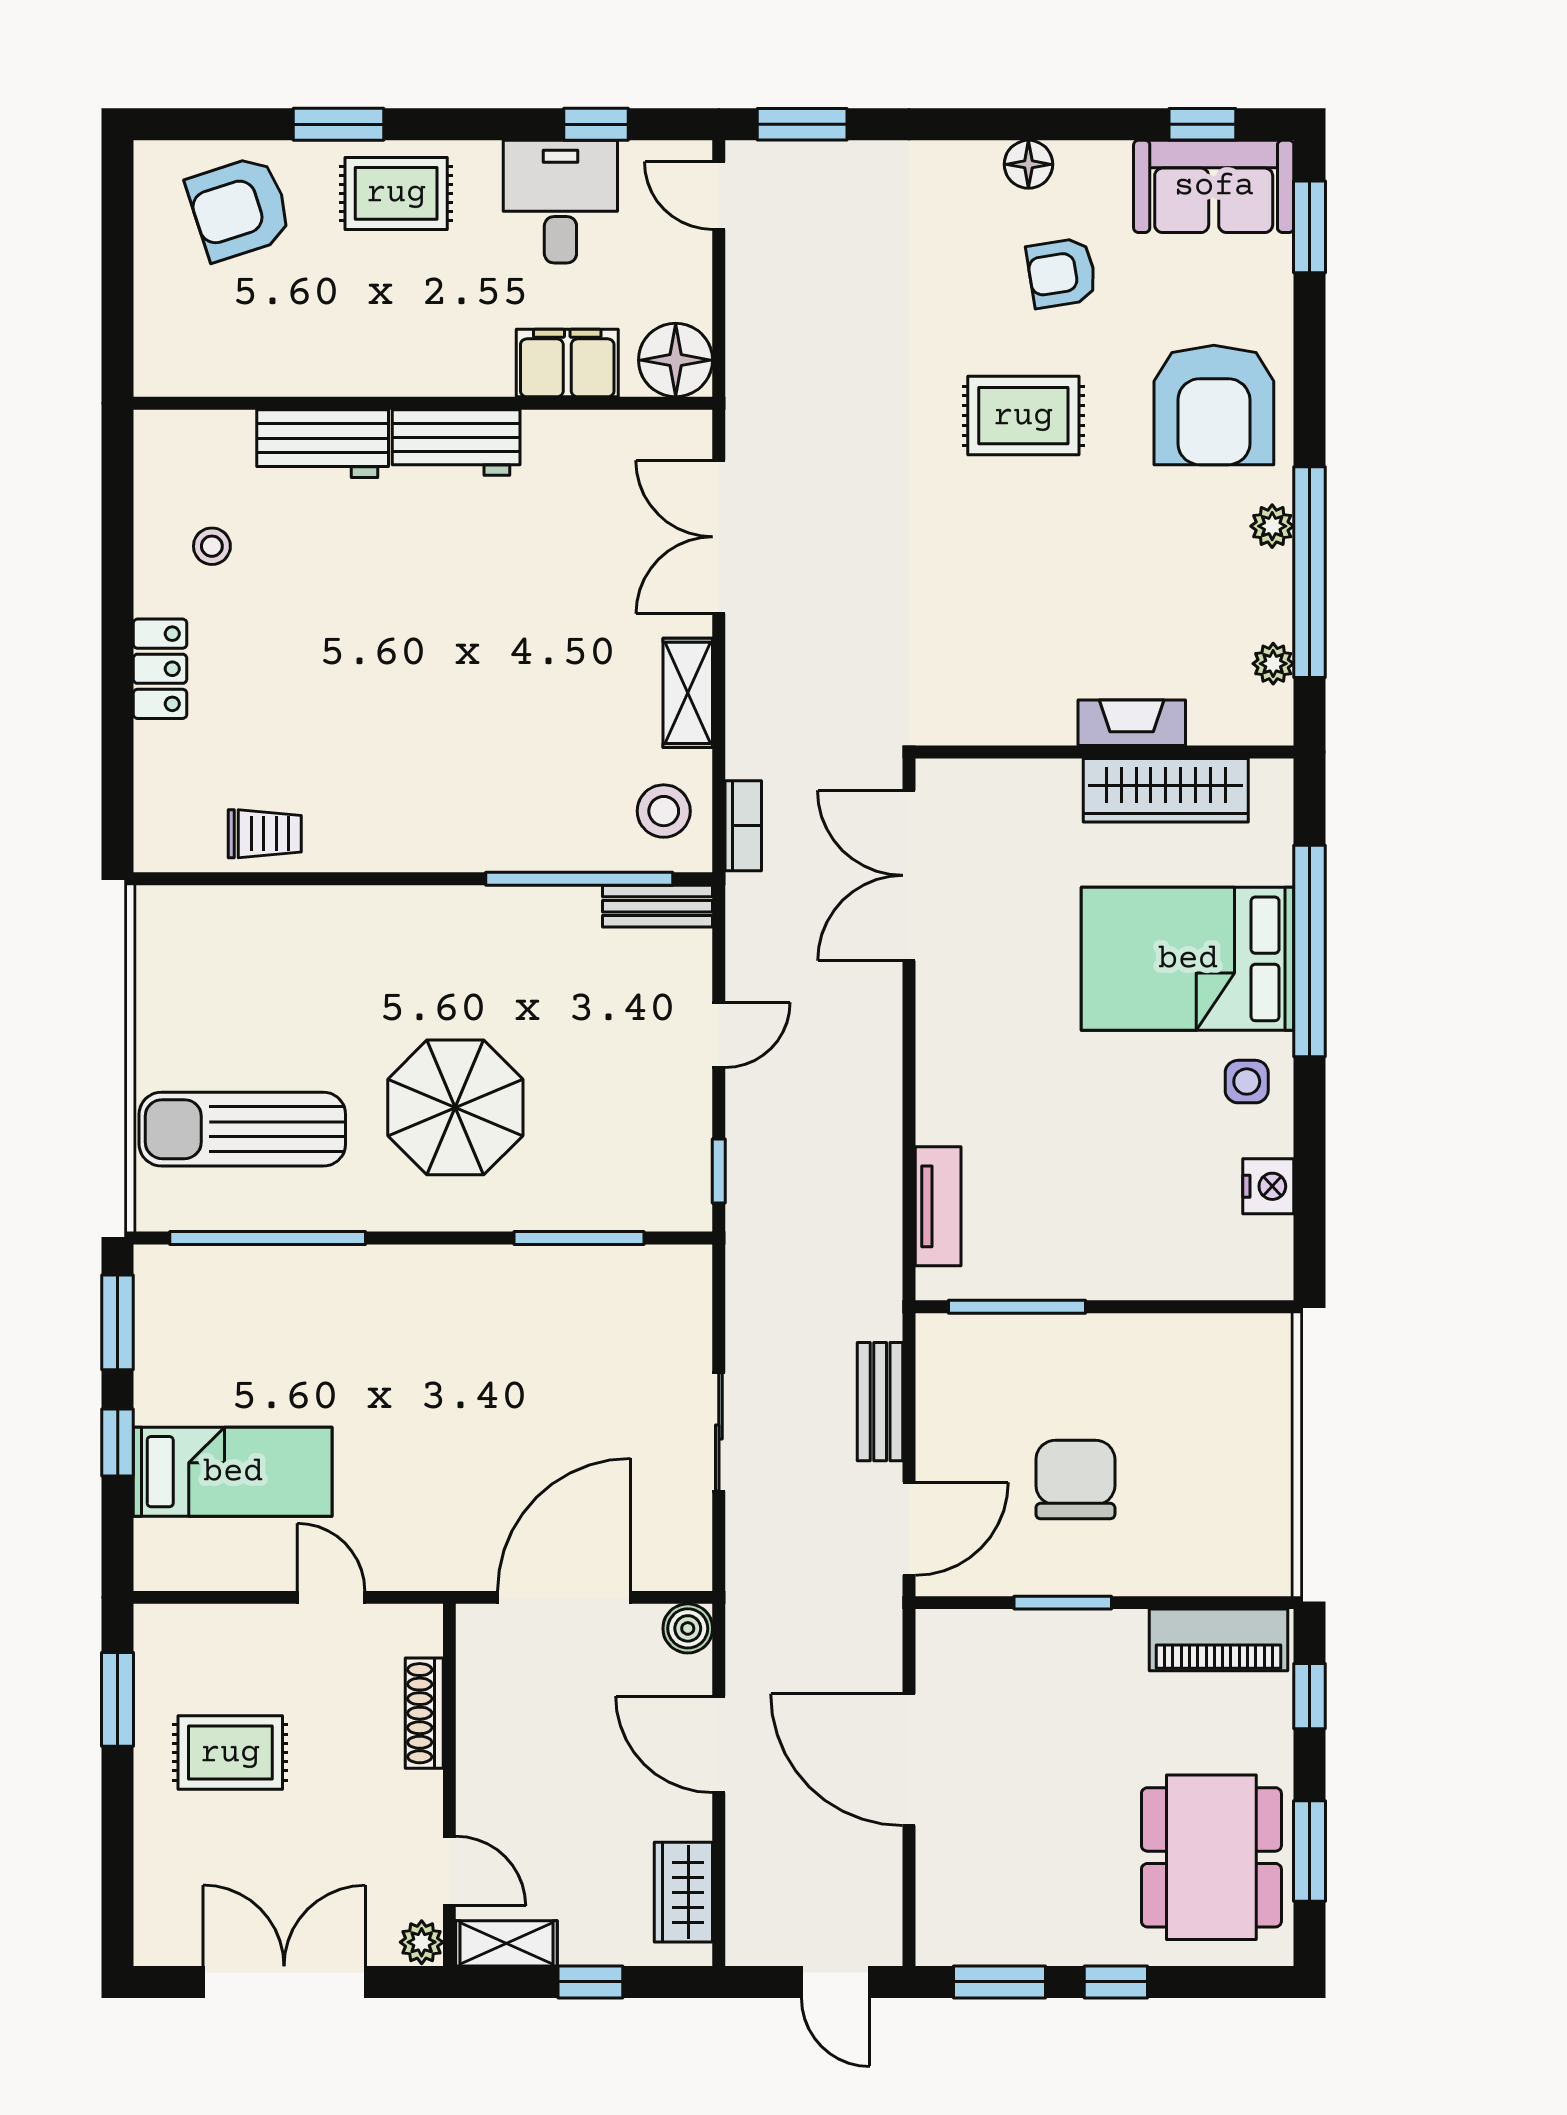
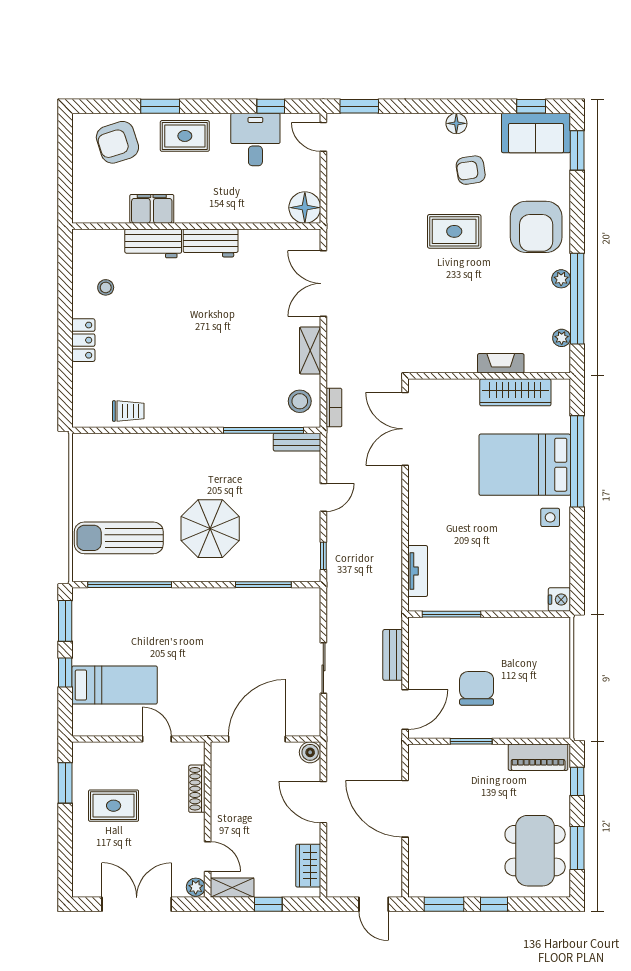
filing cabinet: (567, 363) -> (152, 209), moved
nightstand: (1268, 1186) -> (559, 600), moved

